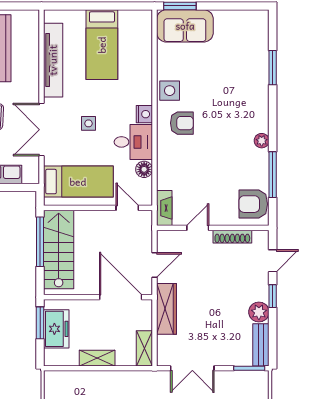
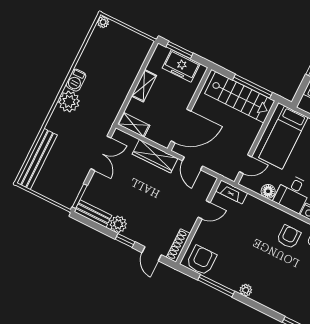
armchair: (182, 123) -> (289, 237), turned 180
door: (198, 228) -> (204, 210), hinge flipped
shoe rack: (232, 237) -> (178, 245), moved
window: (40, 323) -> (180, 50), moved
double door: (192, 368) -> (101, 153), swing flipped

